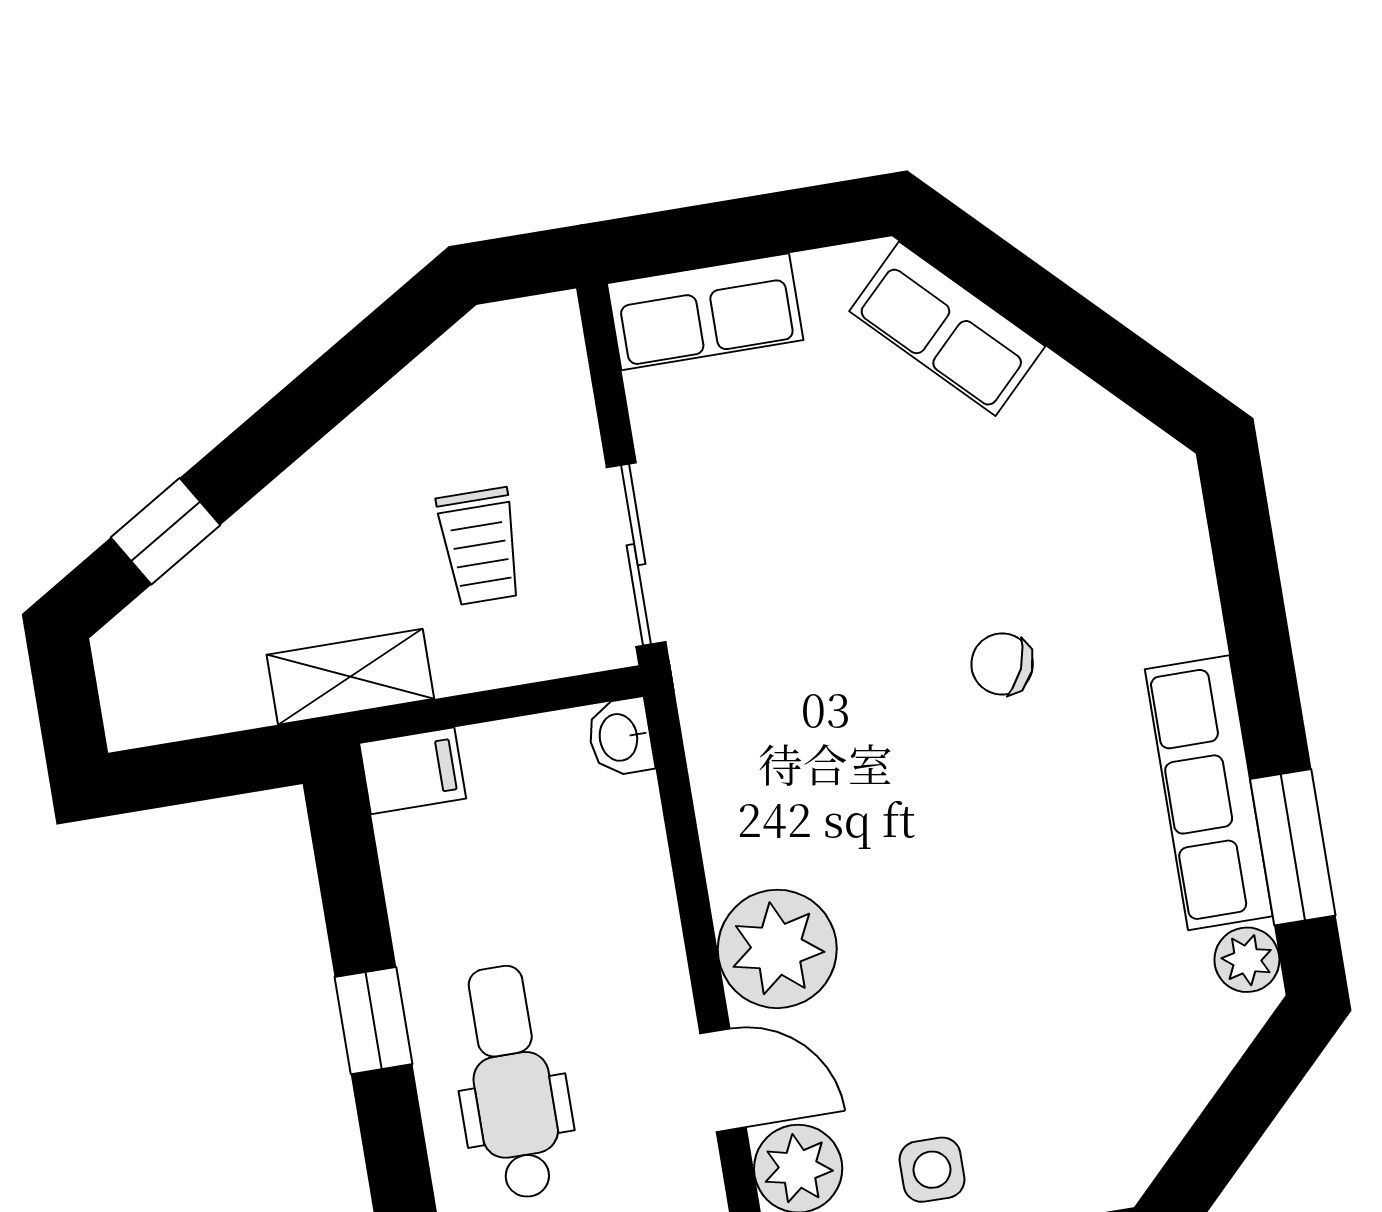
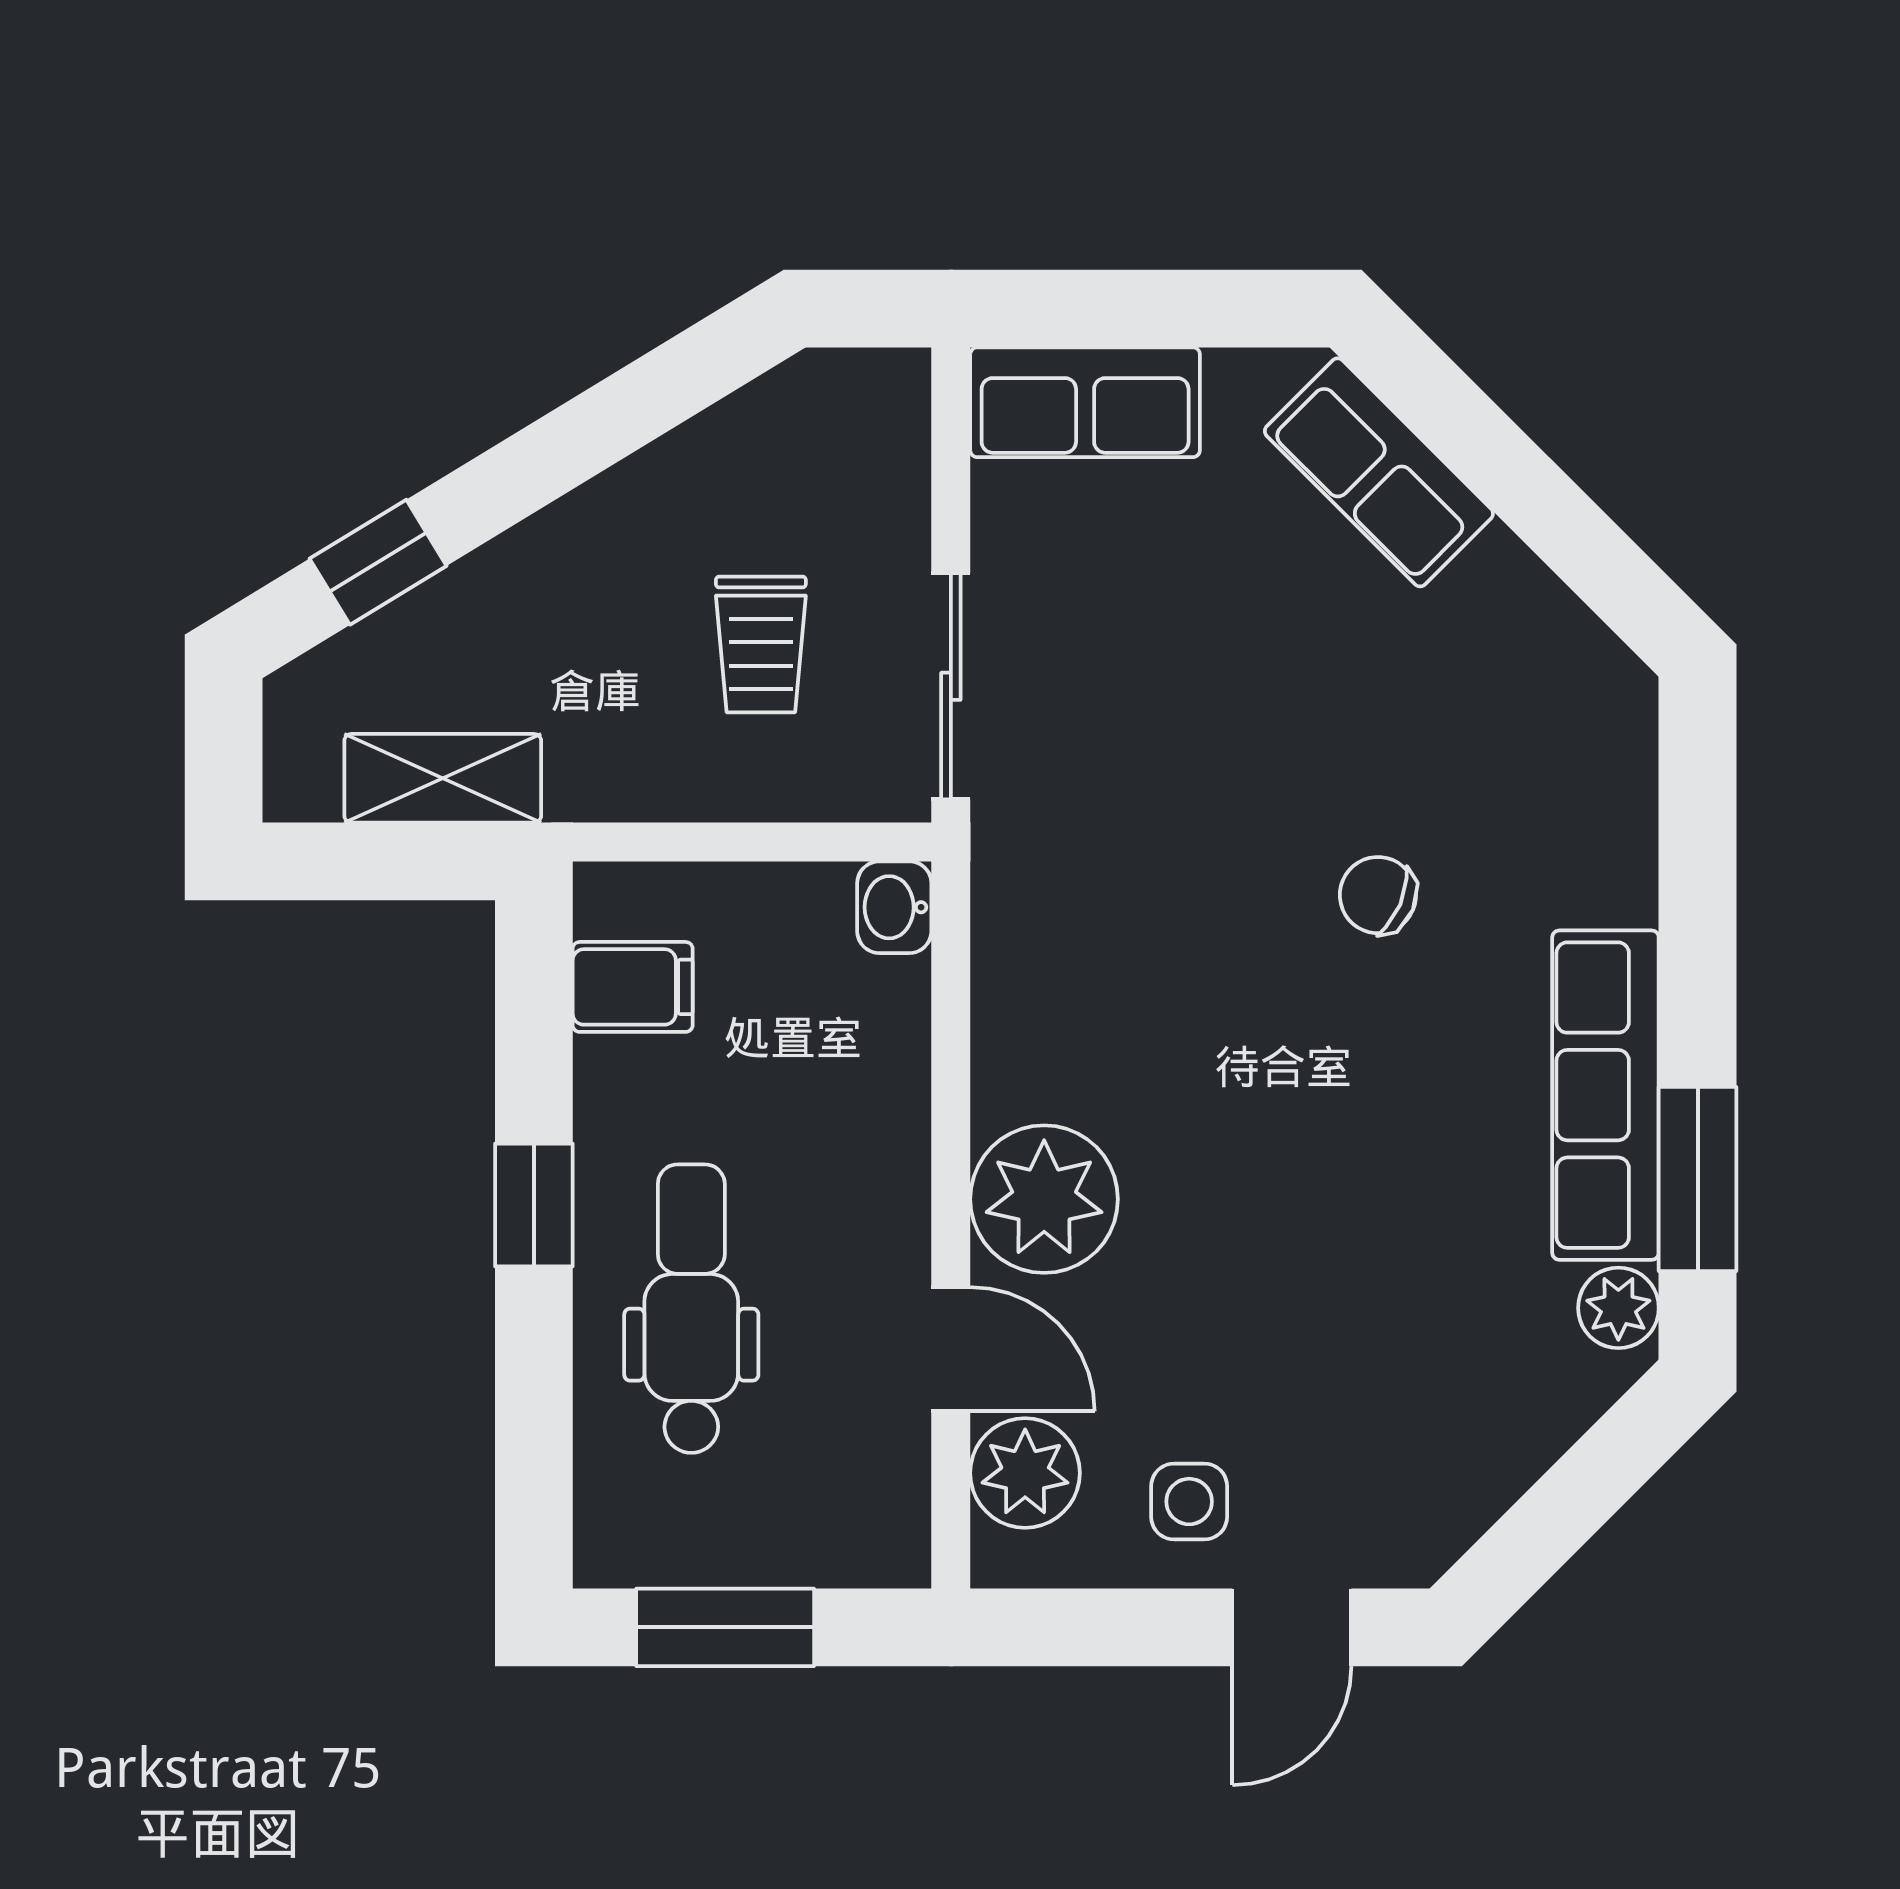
shelving: (350, 677) -> (443, 778), moved
filing cabinet: (413, 771) -> (633, 987), moved

